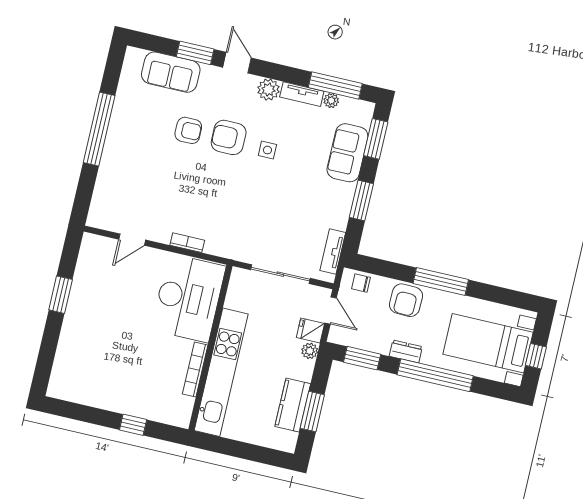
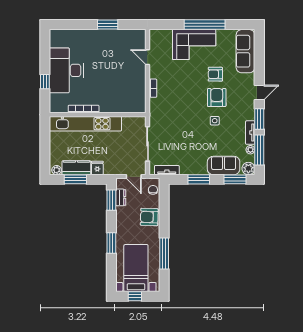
window: (195, 53) -> (259, 119), moved
sofa: (171, 72) -> (245, 51), width x1.36
plant: (268, 90) -> (248, 168), moved
armchair: (188, 130) -> (215, 74), turned 90
corner sofa: (129, 155) -> (194, 44), added
window: (441, 281) -> (164, 253), moved
desk: (188, 298) -> (66, 70), moved, turned 90
door: (331, 310) -> (134, 176), hinge flipped
fridge: (310, 331) -> (97, 168), moved
plant: (310, 351) -> (57, 170), moved
dresser: (406, 351) -> (121, 197), moved
window: (435, 375) -> (111, 243), width x0.47

